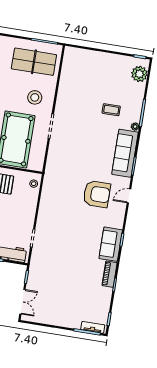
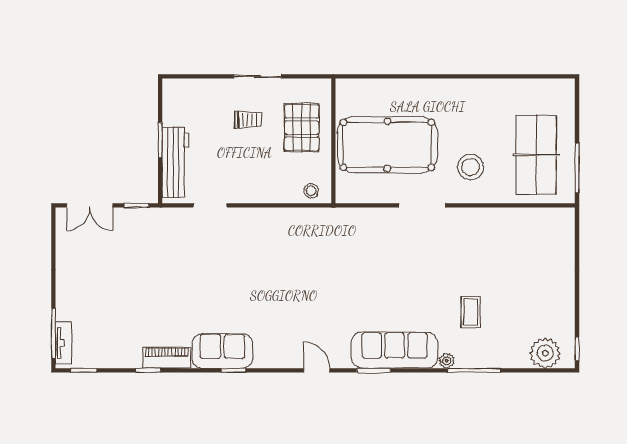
armchair: (97, 194) -> (311, 310), removed

